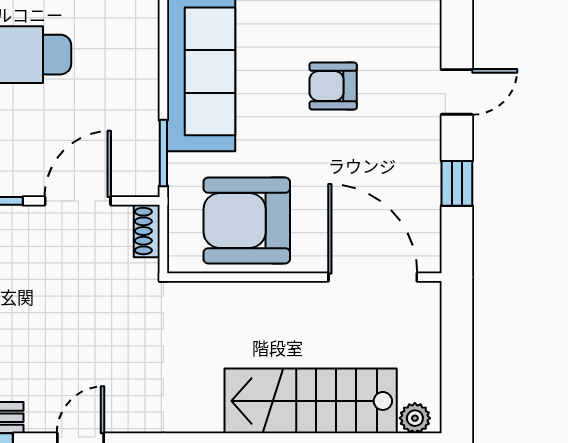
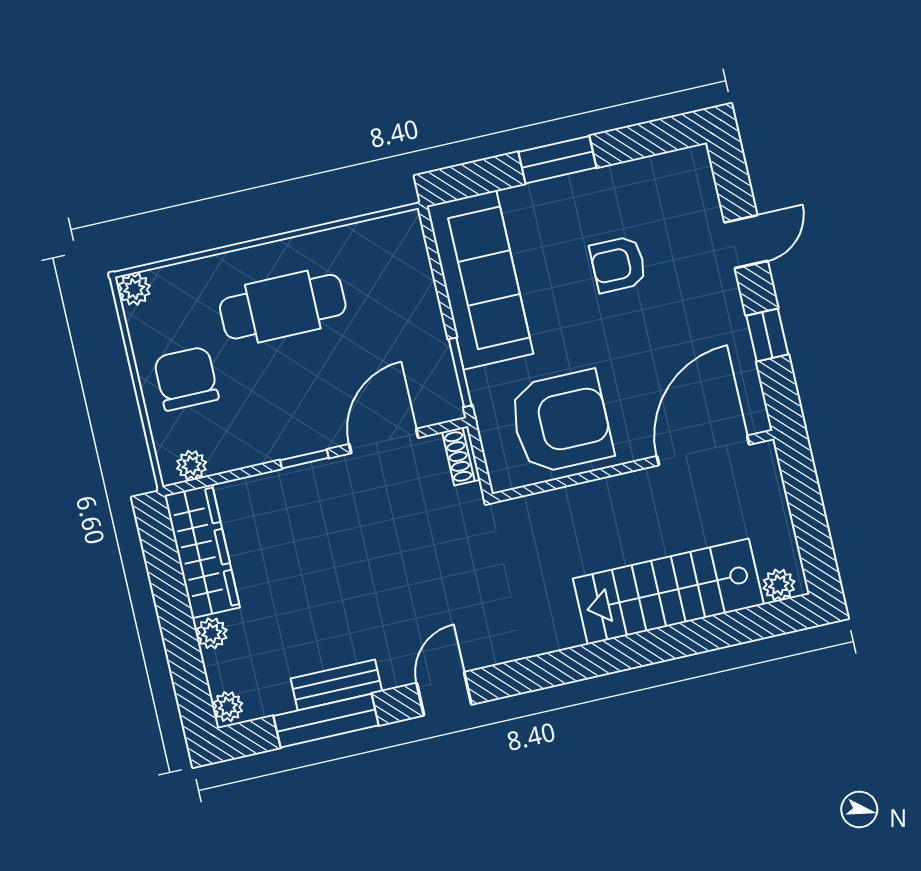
armchair: (247, 220) -> (561, 422), turned 180
door: (373, 277) -> (703, 450), hinge flipped

